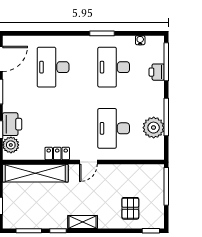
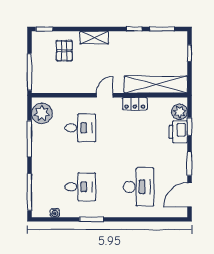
desk: (114, 67) -> (80, 187), width x0.73
printer: (157, 72) -> (39, 182), removed
desk: (114, 128) -> (80, 128), width x0.73
plant: (154, 128) -> (42, 113), moved
shelving: (83, 222) -> (94, 38), moved

